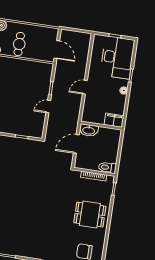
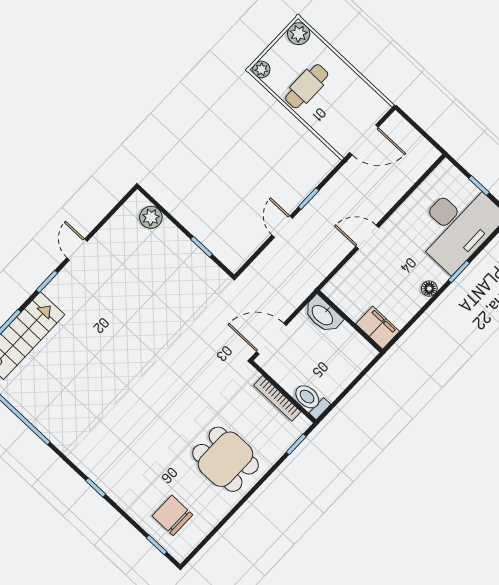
door: (57, 50) -> (364, 140), hinge flipped
door: (48, 107) -> (282, 227), hinge flipped
door: (76, 144) -> (271, 339), moved

